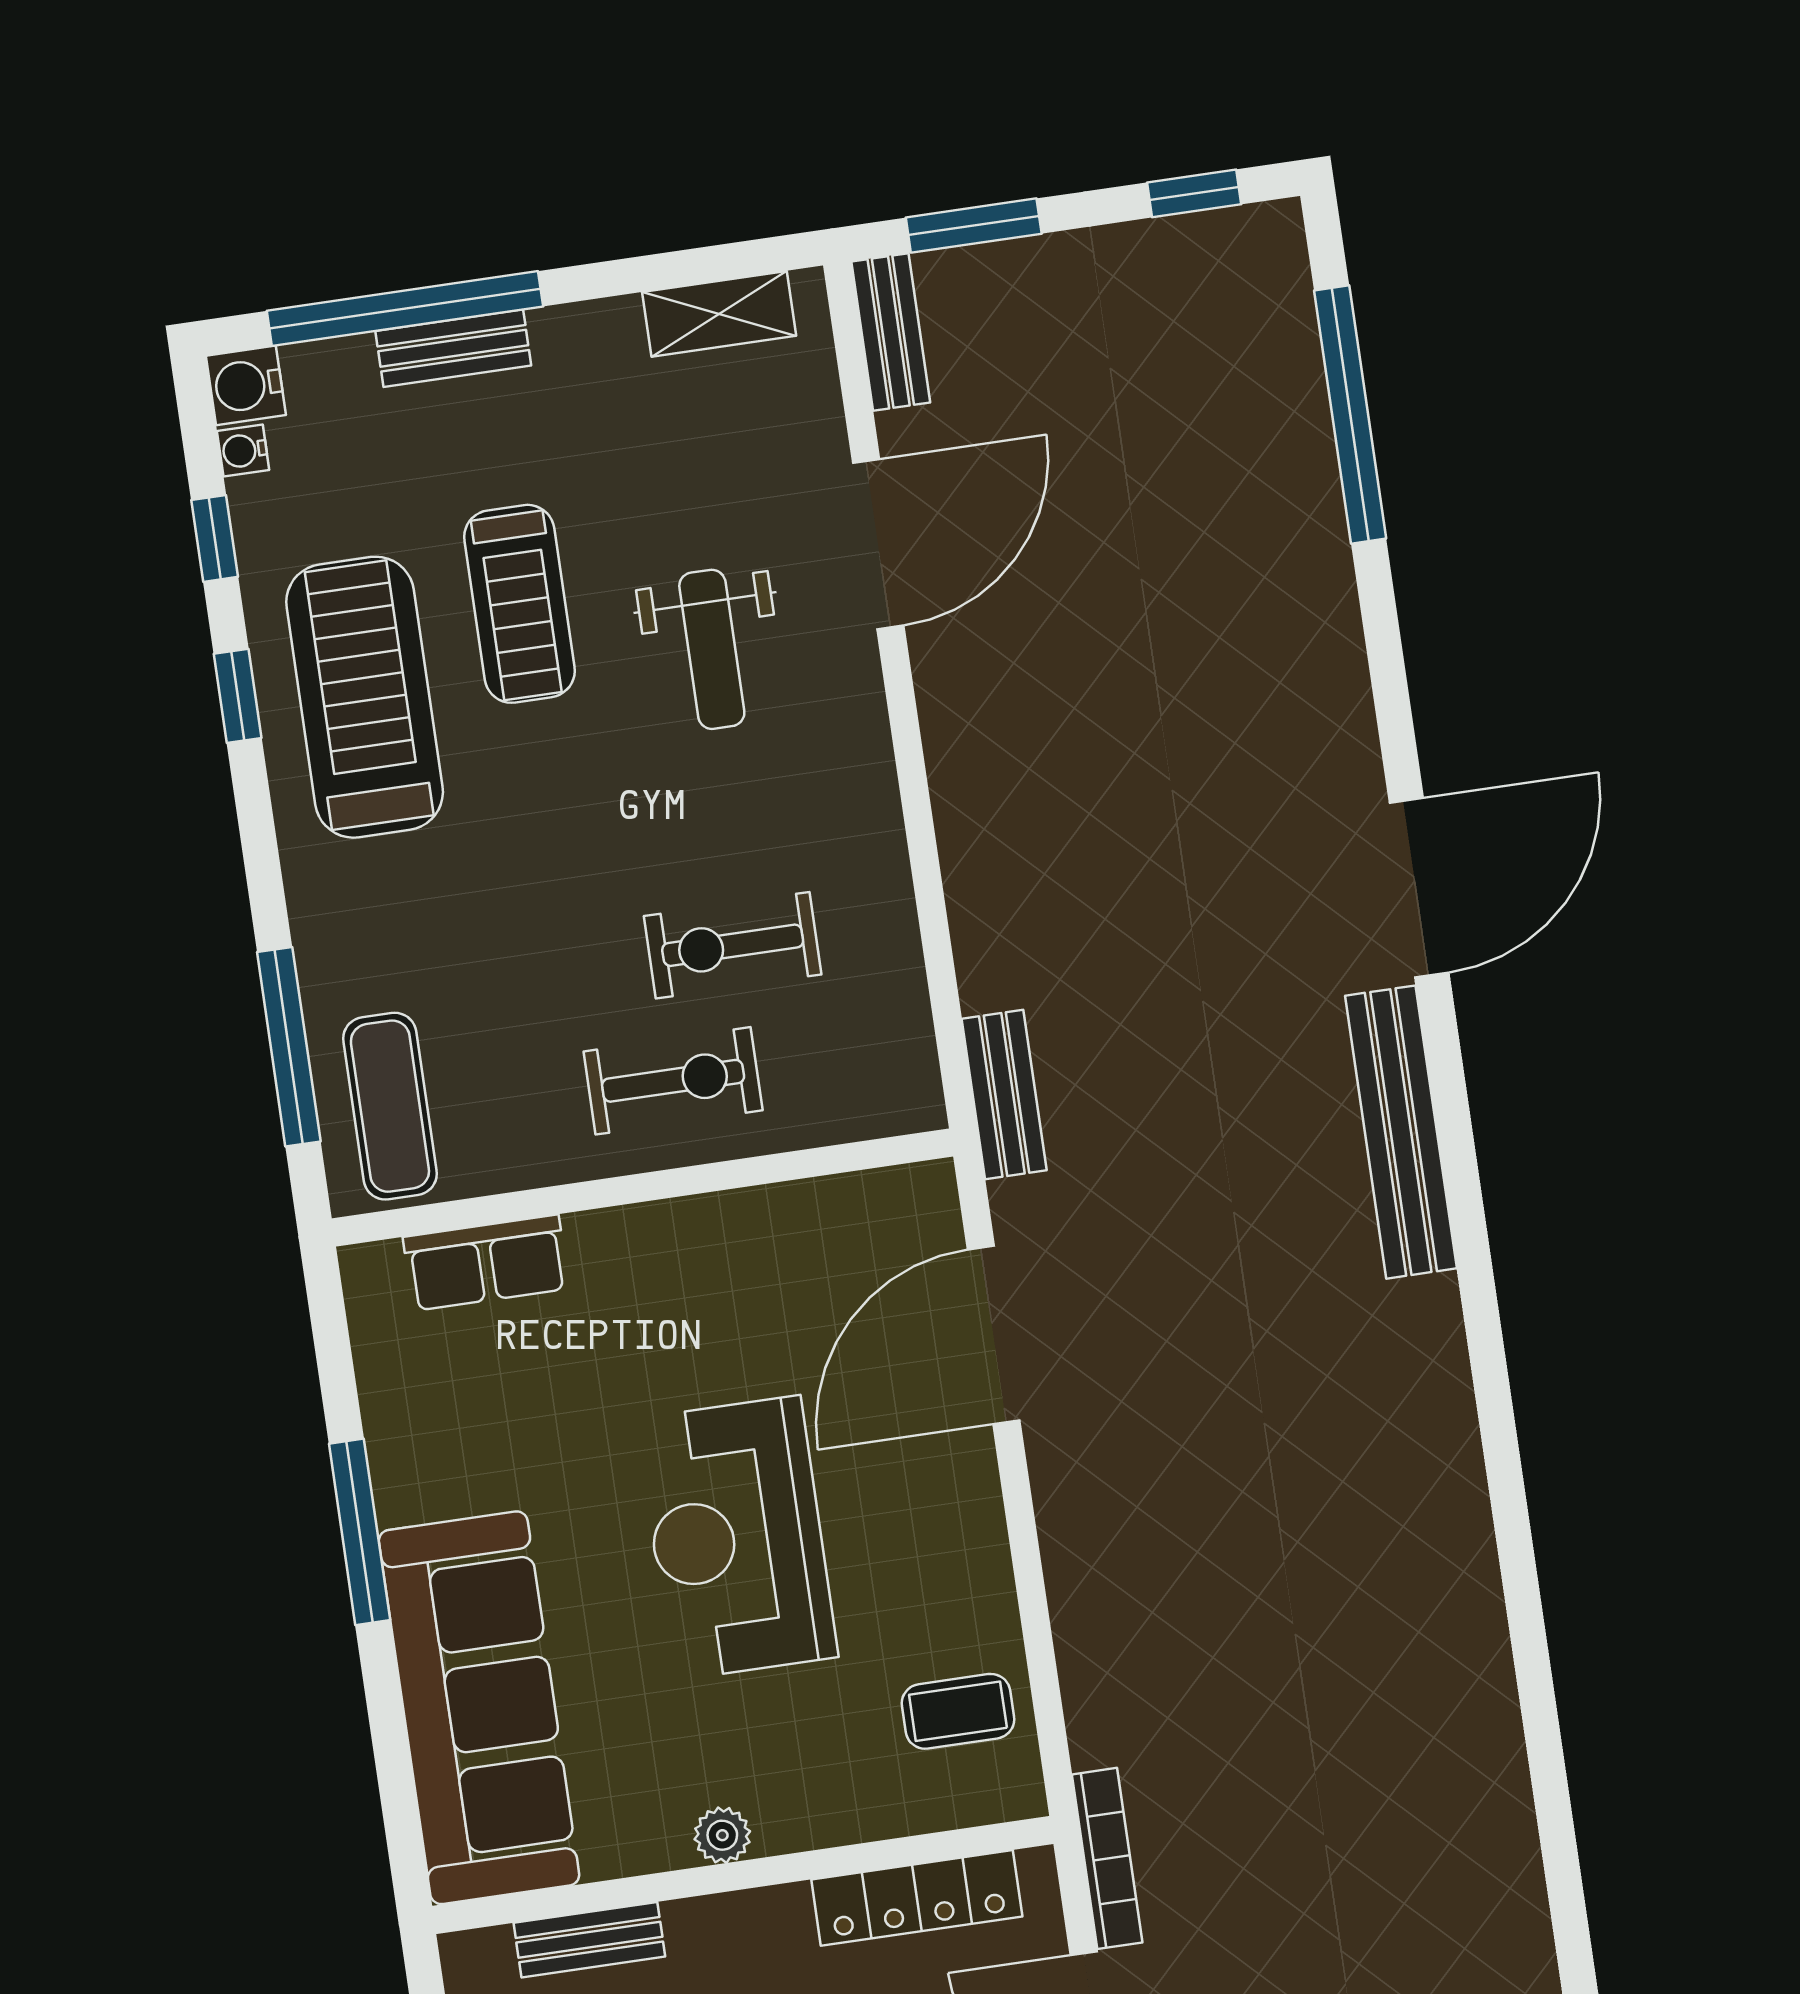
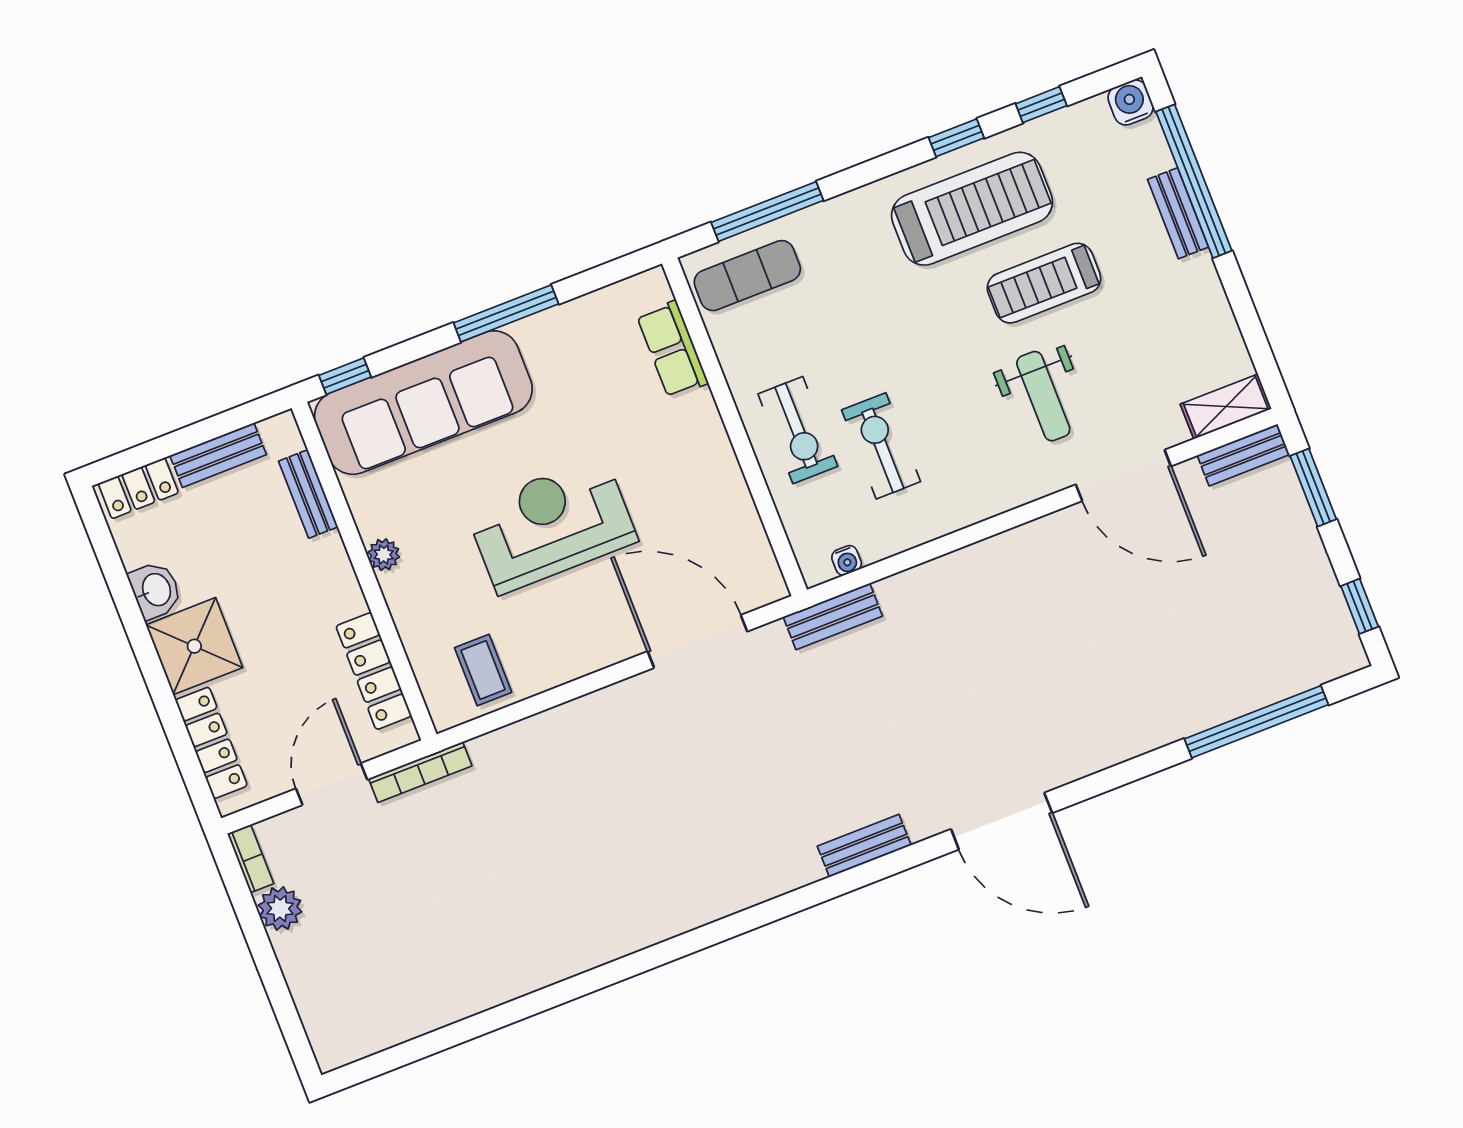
shelving: (719, 314) -> (1226, 406), moved, turned 90
water cooler: (243, 450) -> (847, 560), moved, turned 180
weight bench: (712, 649) -> (1043, 396), turned -90
bench: (1401, 1132) -> (864, 846), width x0.54, depth x0.82
window: (403, 1831) -> (345, 376), added

